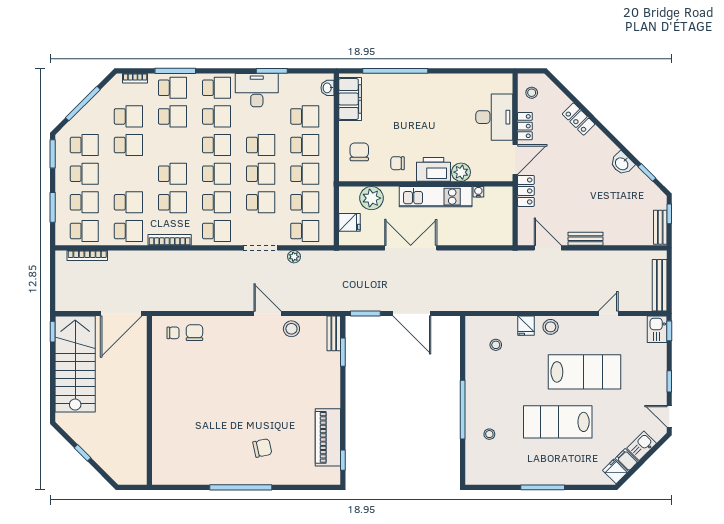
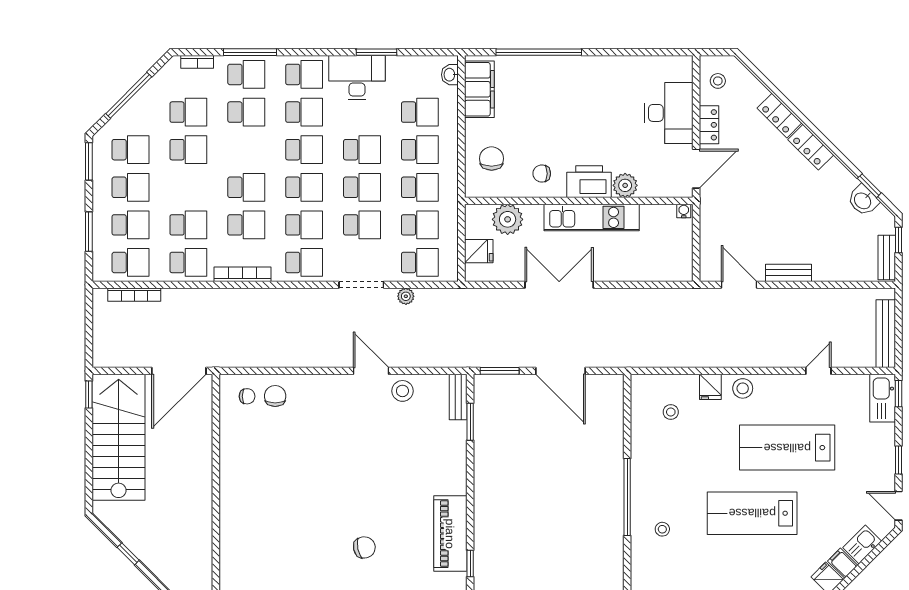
washbasin: (622, 163) -> (863, 200), moved
locker: (526, 191) -> (811, 147), moved, turned 135
water cooler: (478, 192) -> (684, 211), moved
kitchen sink: (657, 329) -> (883, 398), width x1.38
lab bench: (584, 372) -> (787, 448), turned 180

